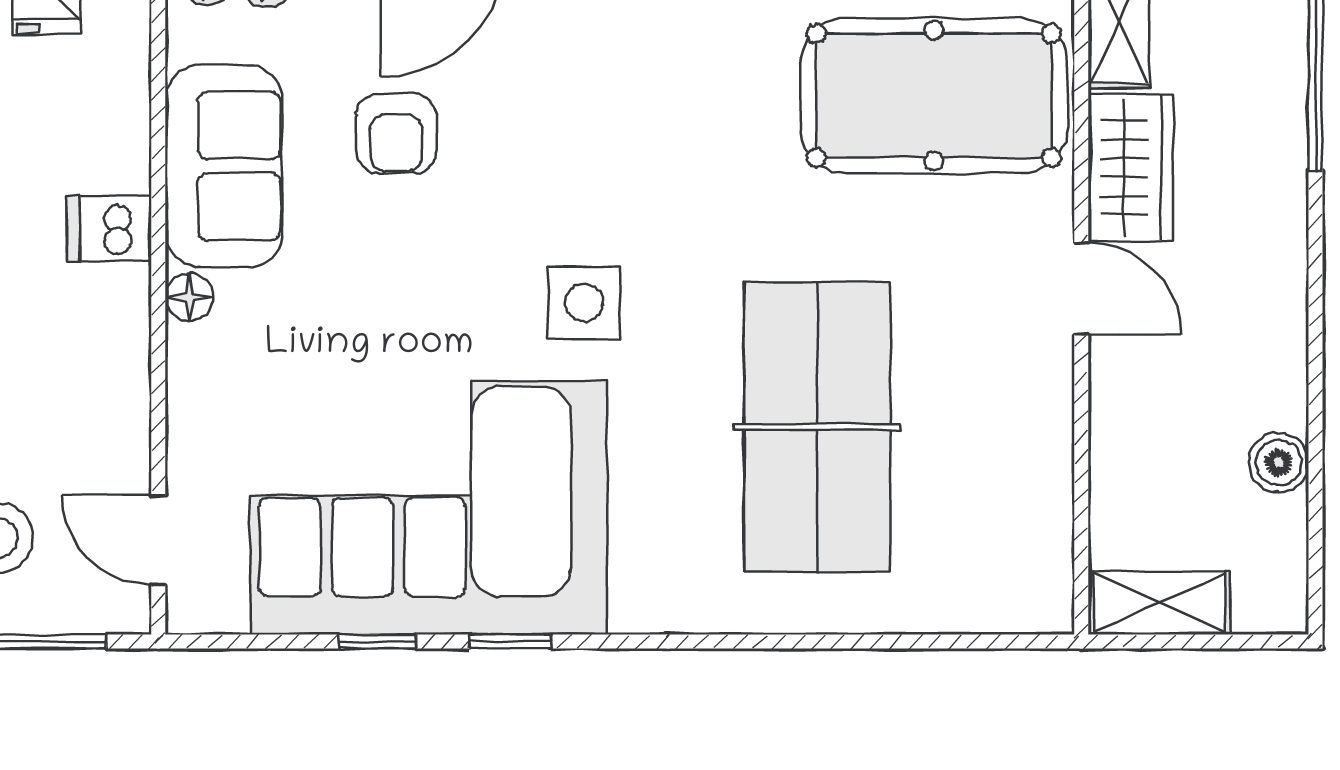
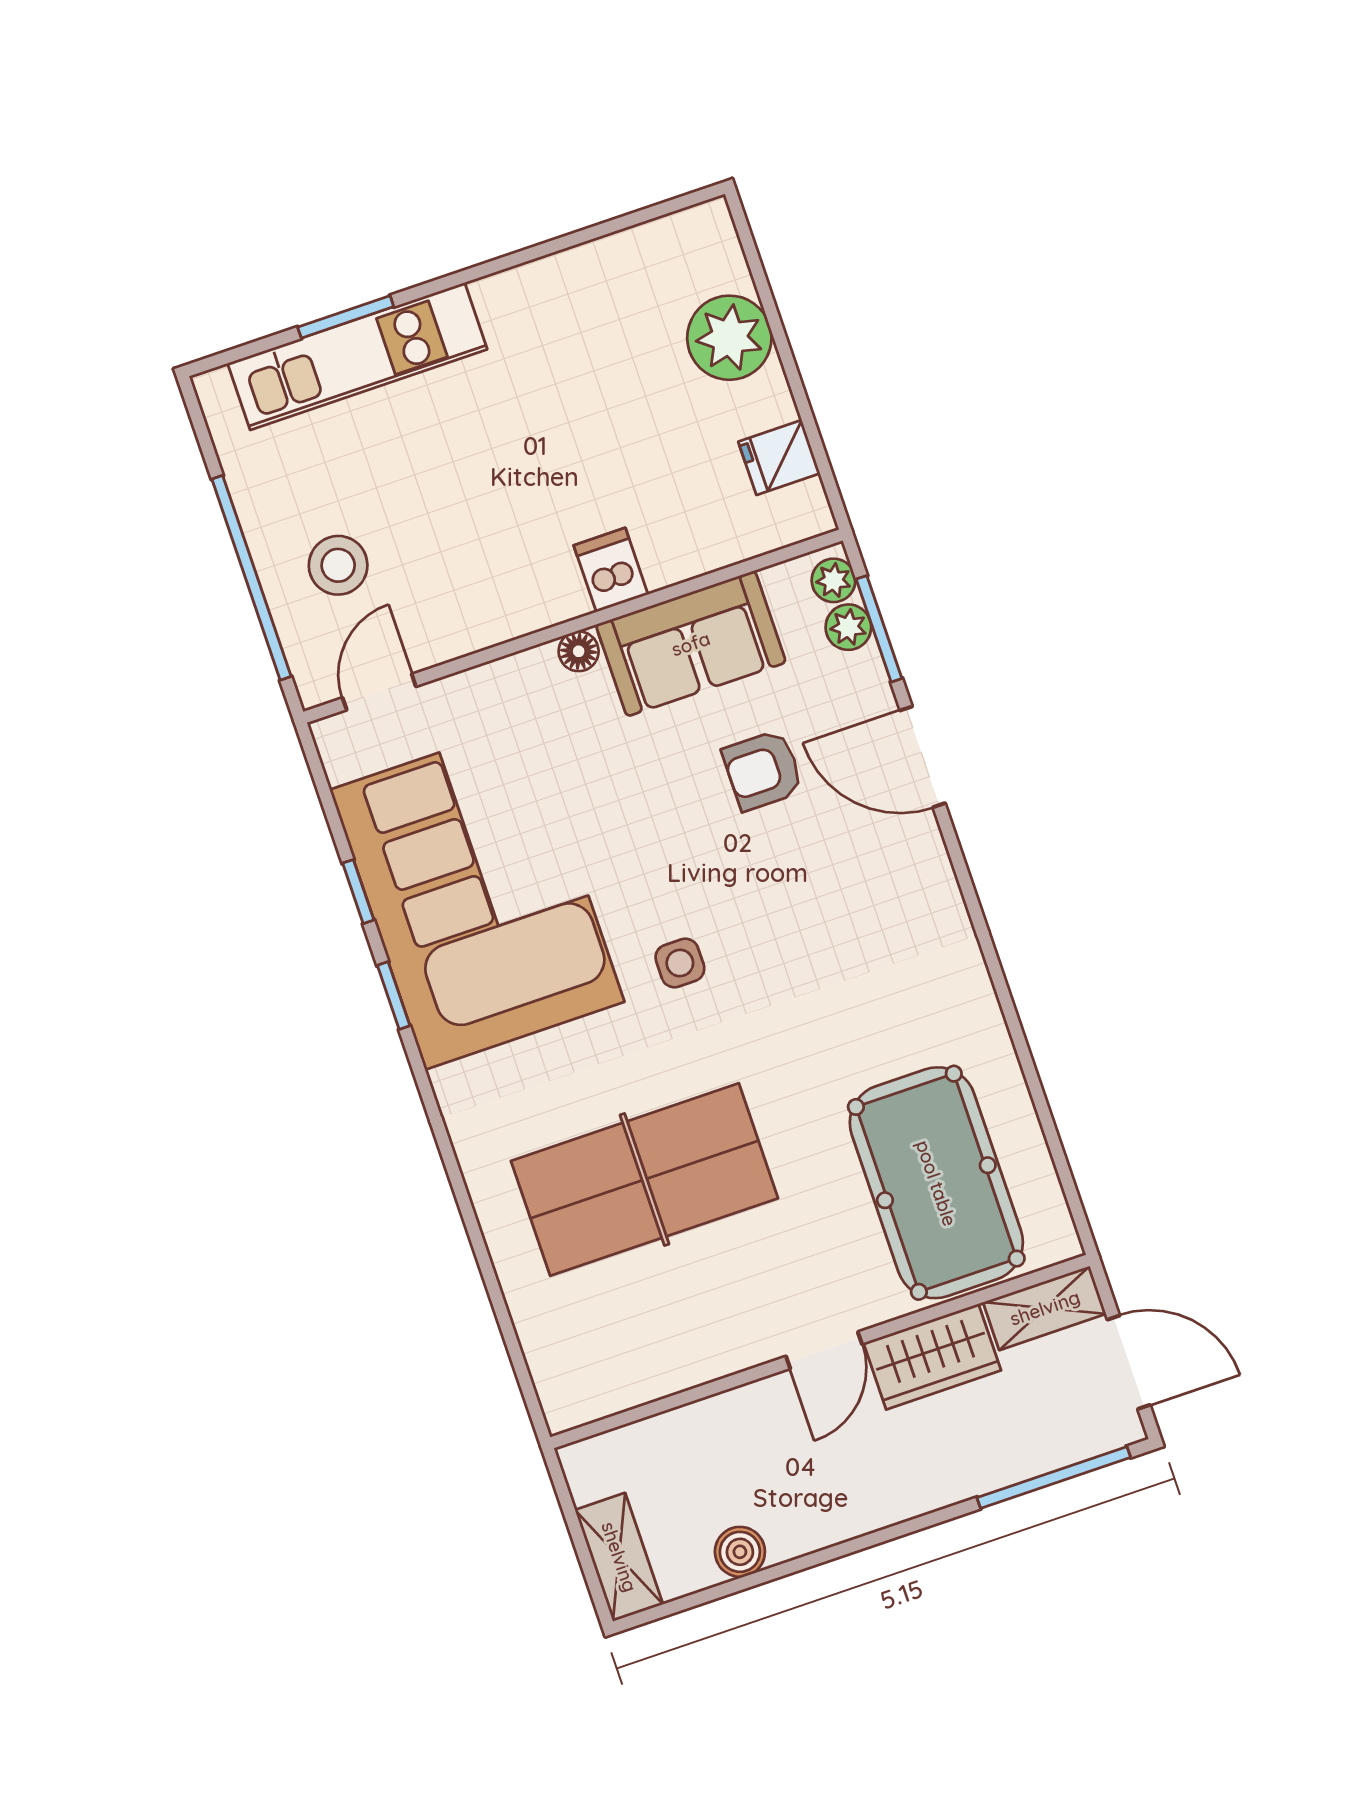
side table: (584, 303) -> (680, 963), width x0.73, depth x0.73
shelving: (1159, 603) -> (619, 1557), moved

